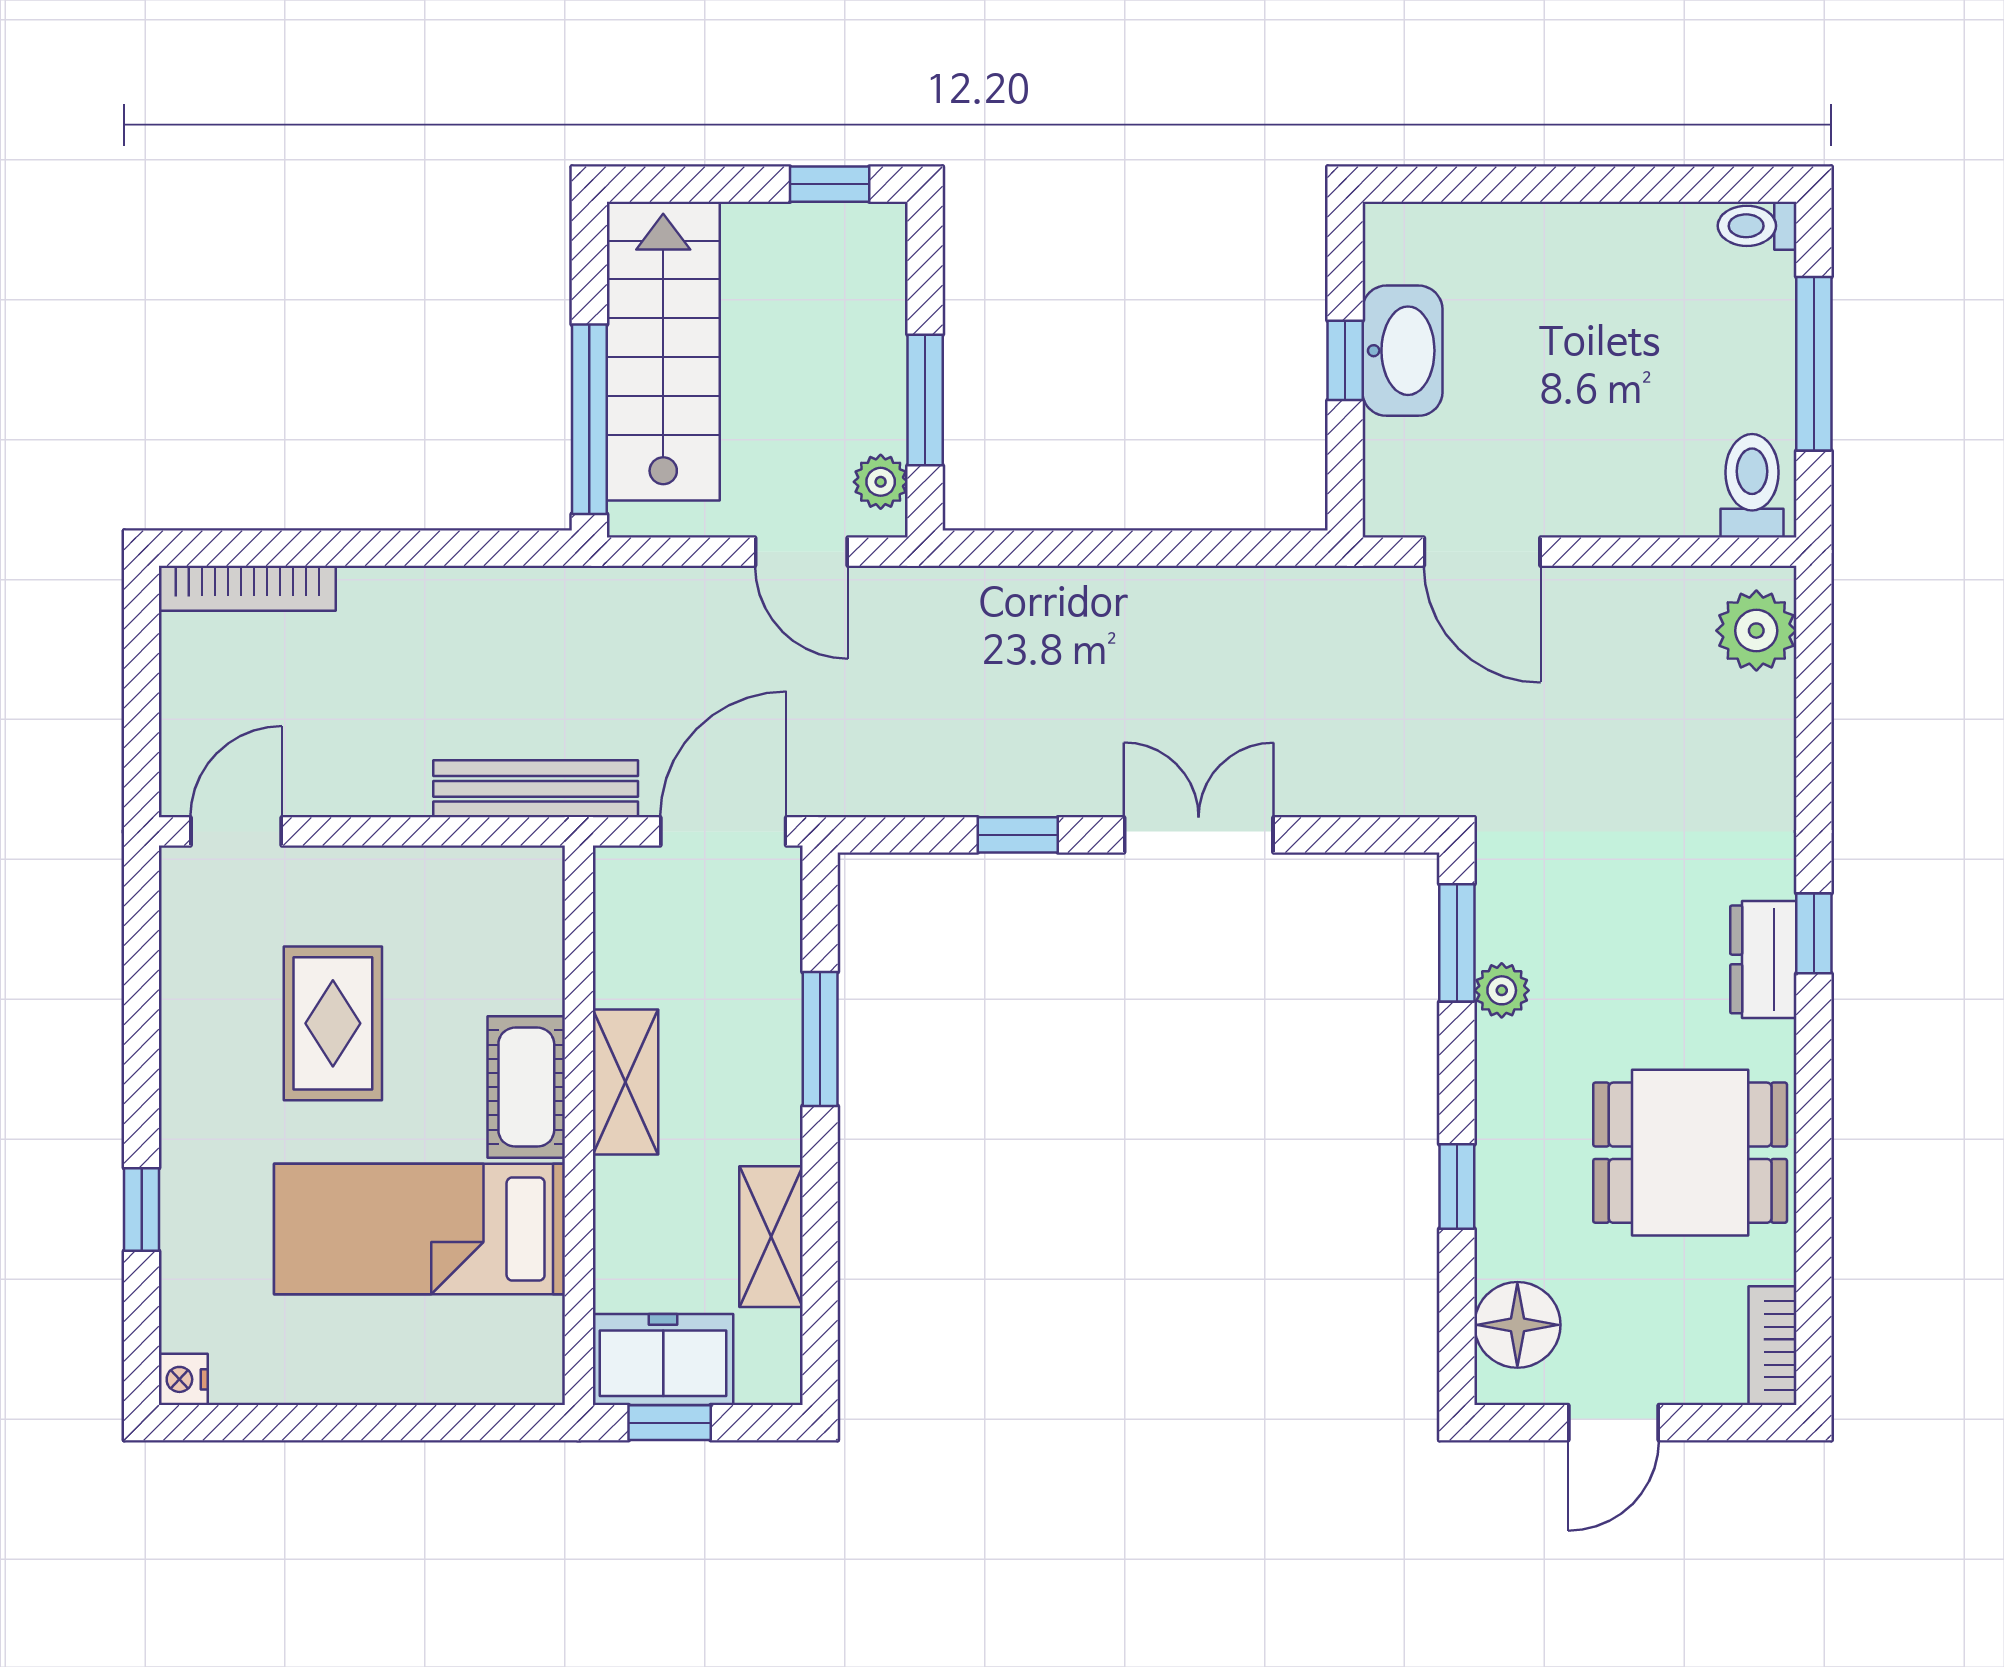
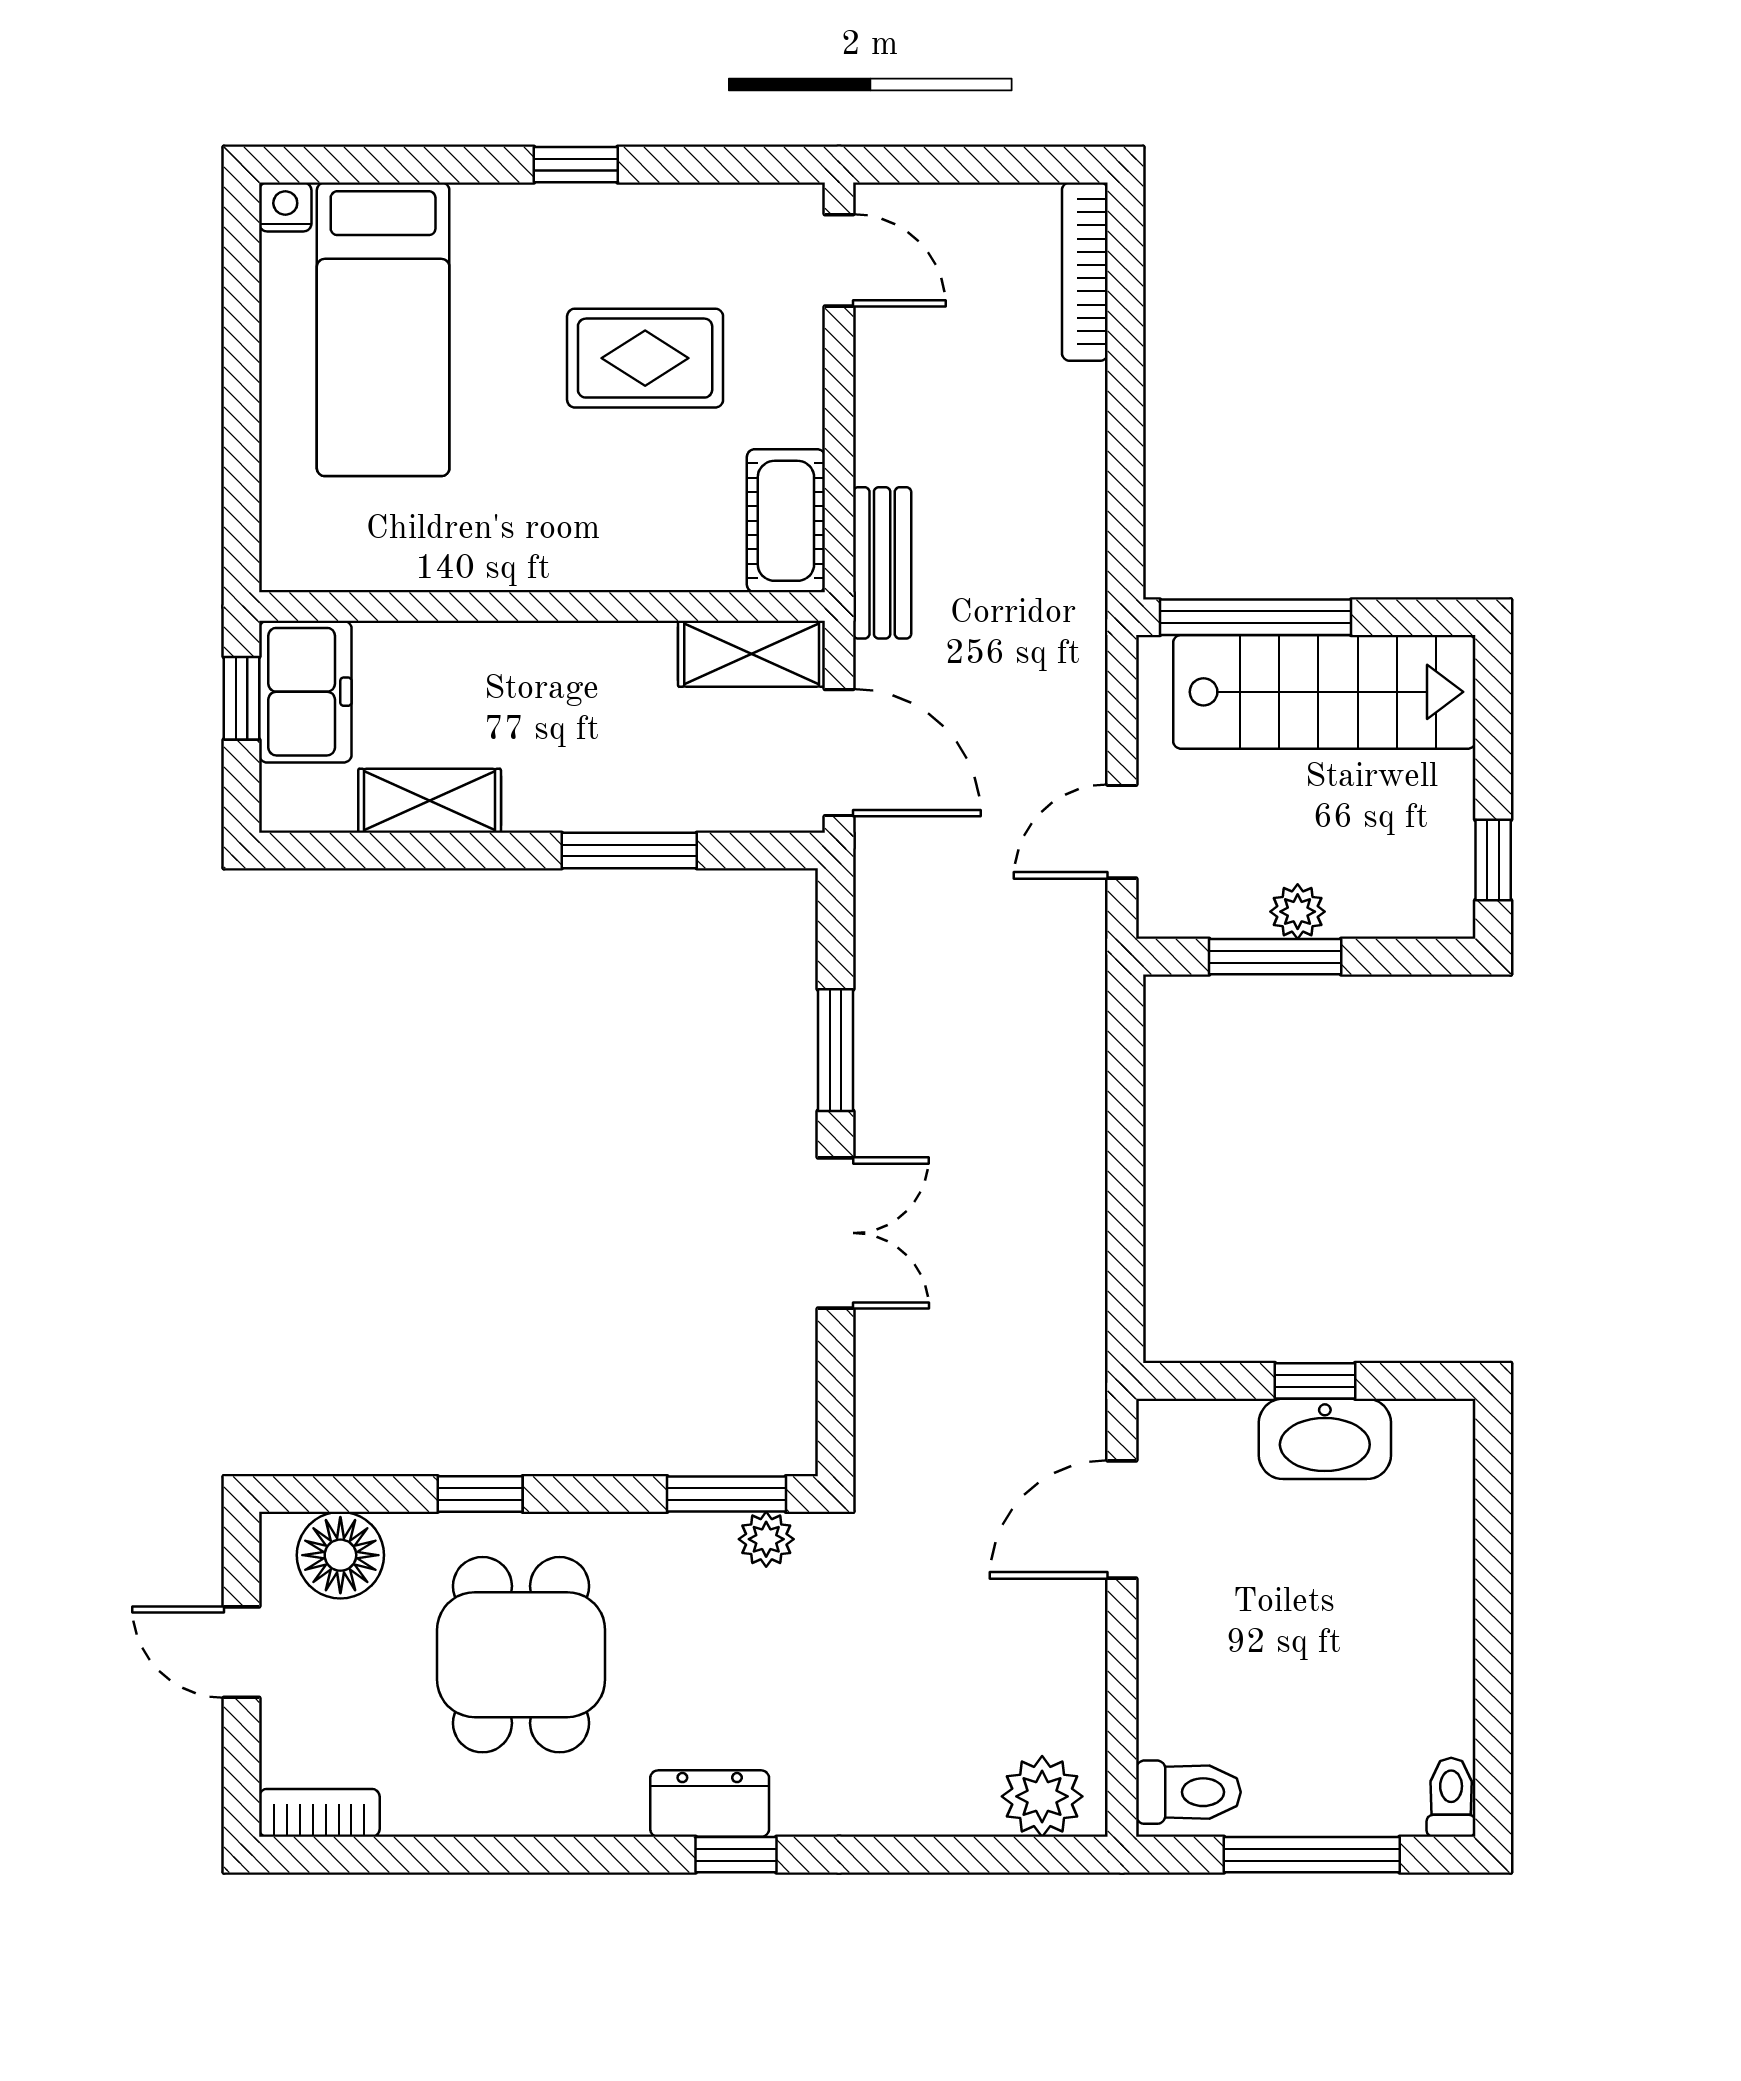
plant: (881, 482) -> (1298, 912), moved
bench: (536, 789) -> (882, 563), width x0.73
window: (1018, 835) -> (836, 1050), width x1.50
plant: (1502, 990) -> (766, 1539), moved
shelving: (625, 1082) -> (752, 654), moved
cot: (526, 1087) -> (786, 521), moved, turned 90
dining table: (1690, 1153) -> (521, 1655), moved
window: (142, 1209) -> (576, 165), moved
bed: (419, 1229) -> (383, 329), moved, turned 180

